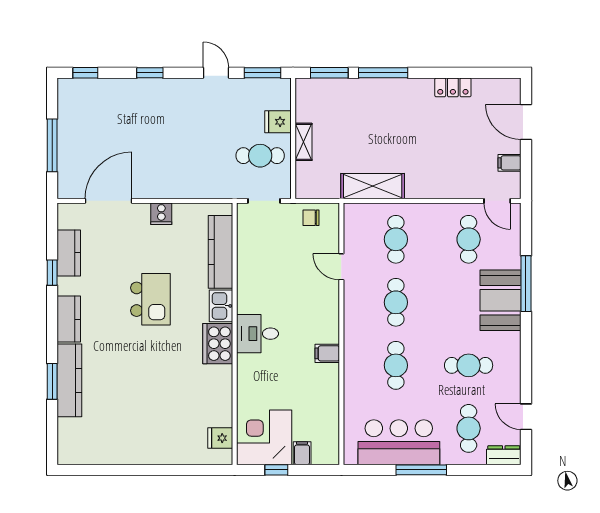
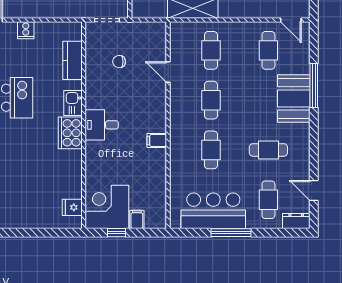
chair: (311, 218) -> (119, 62), moved
kitchen counter: (220, 252) -> (72, 60), width x0.67

